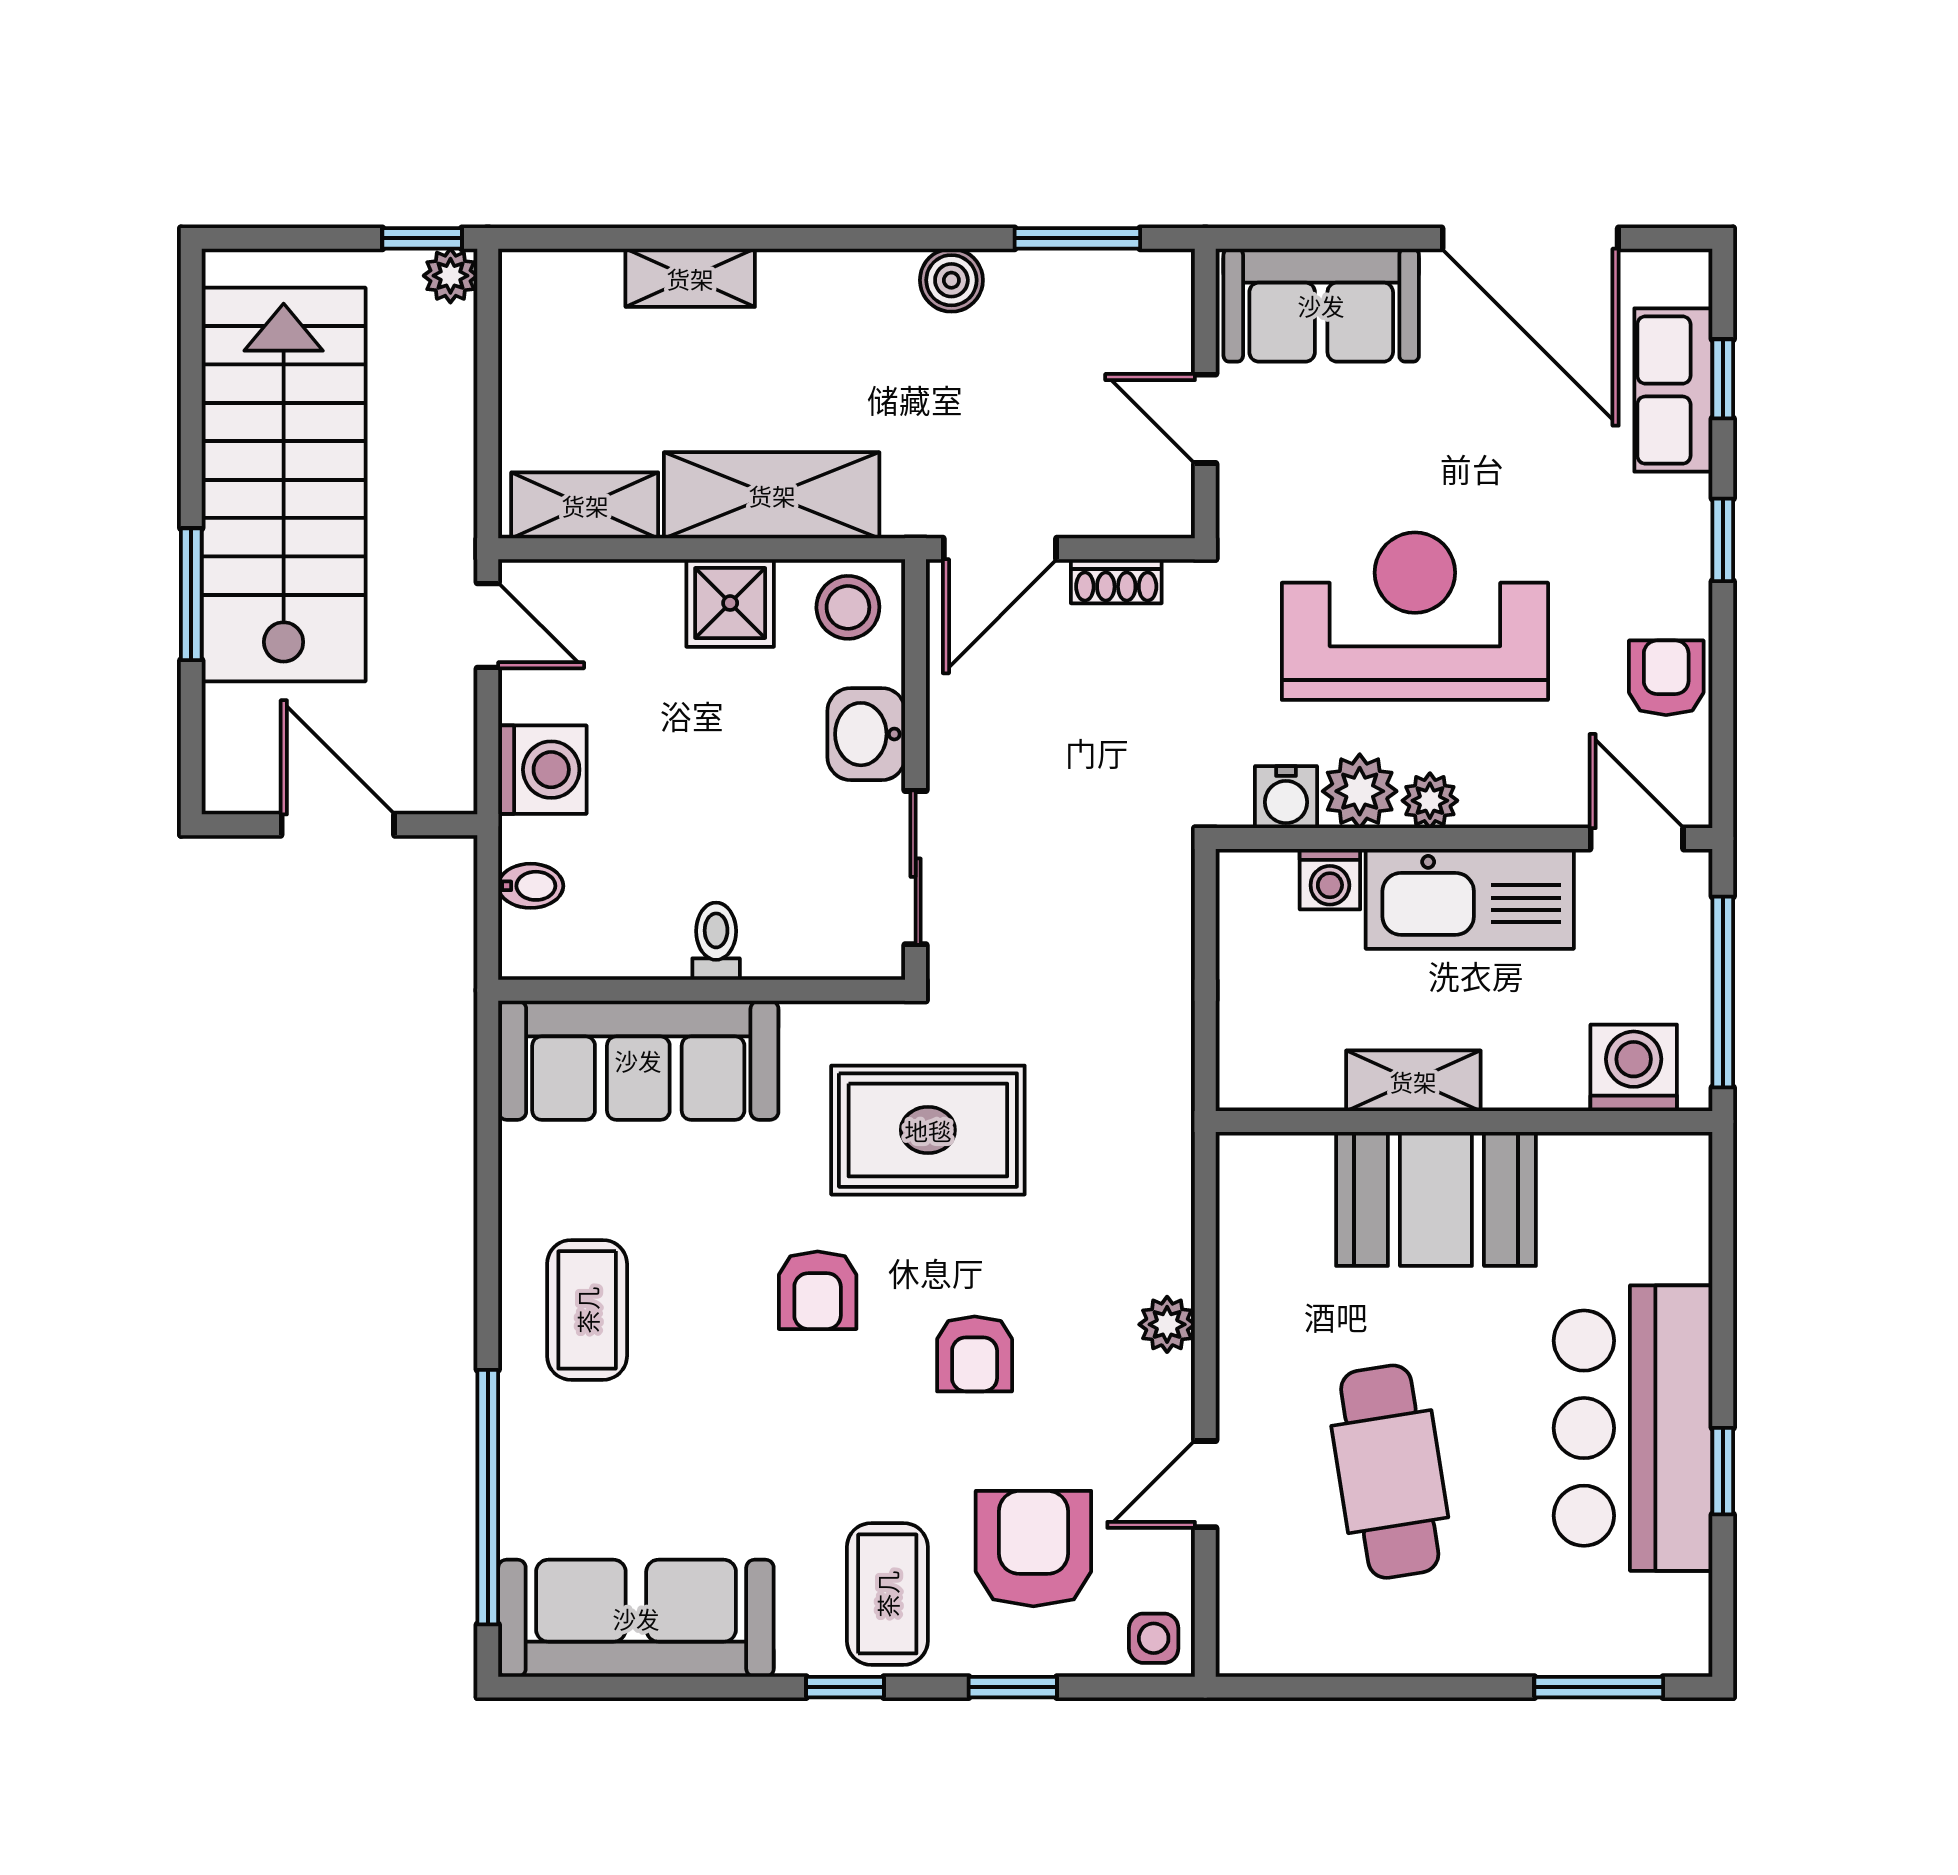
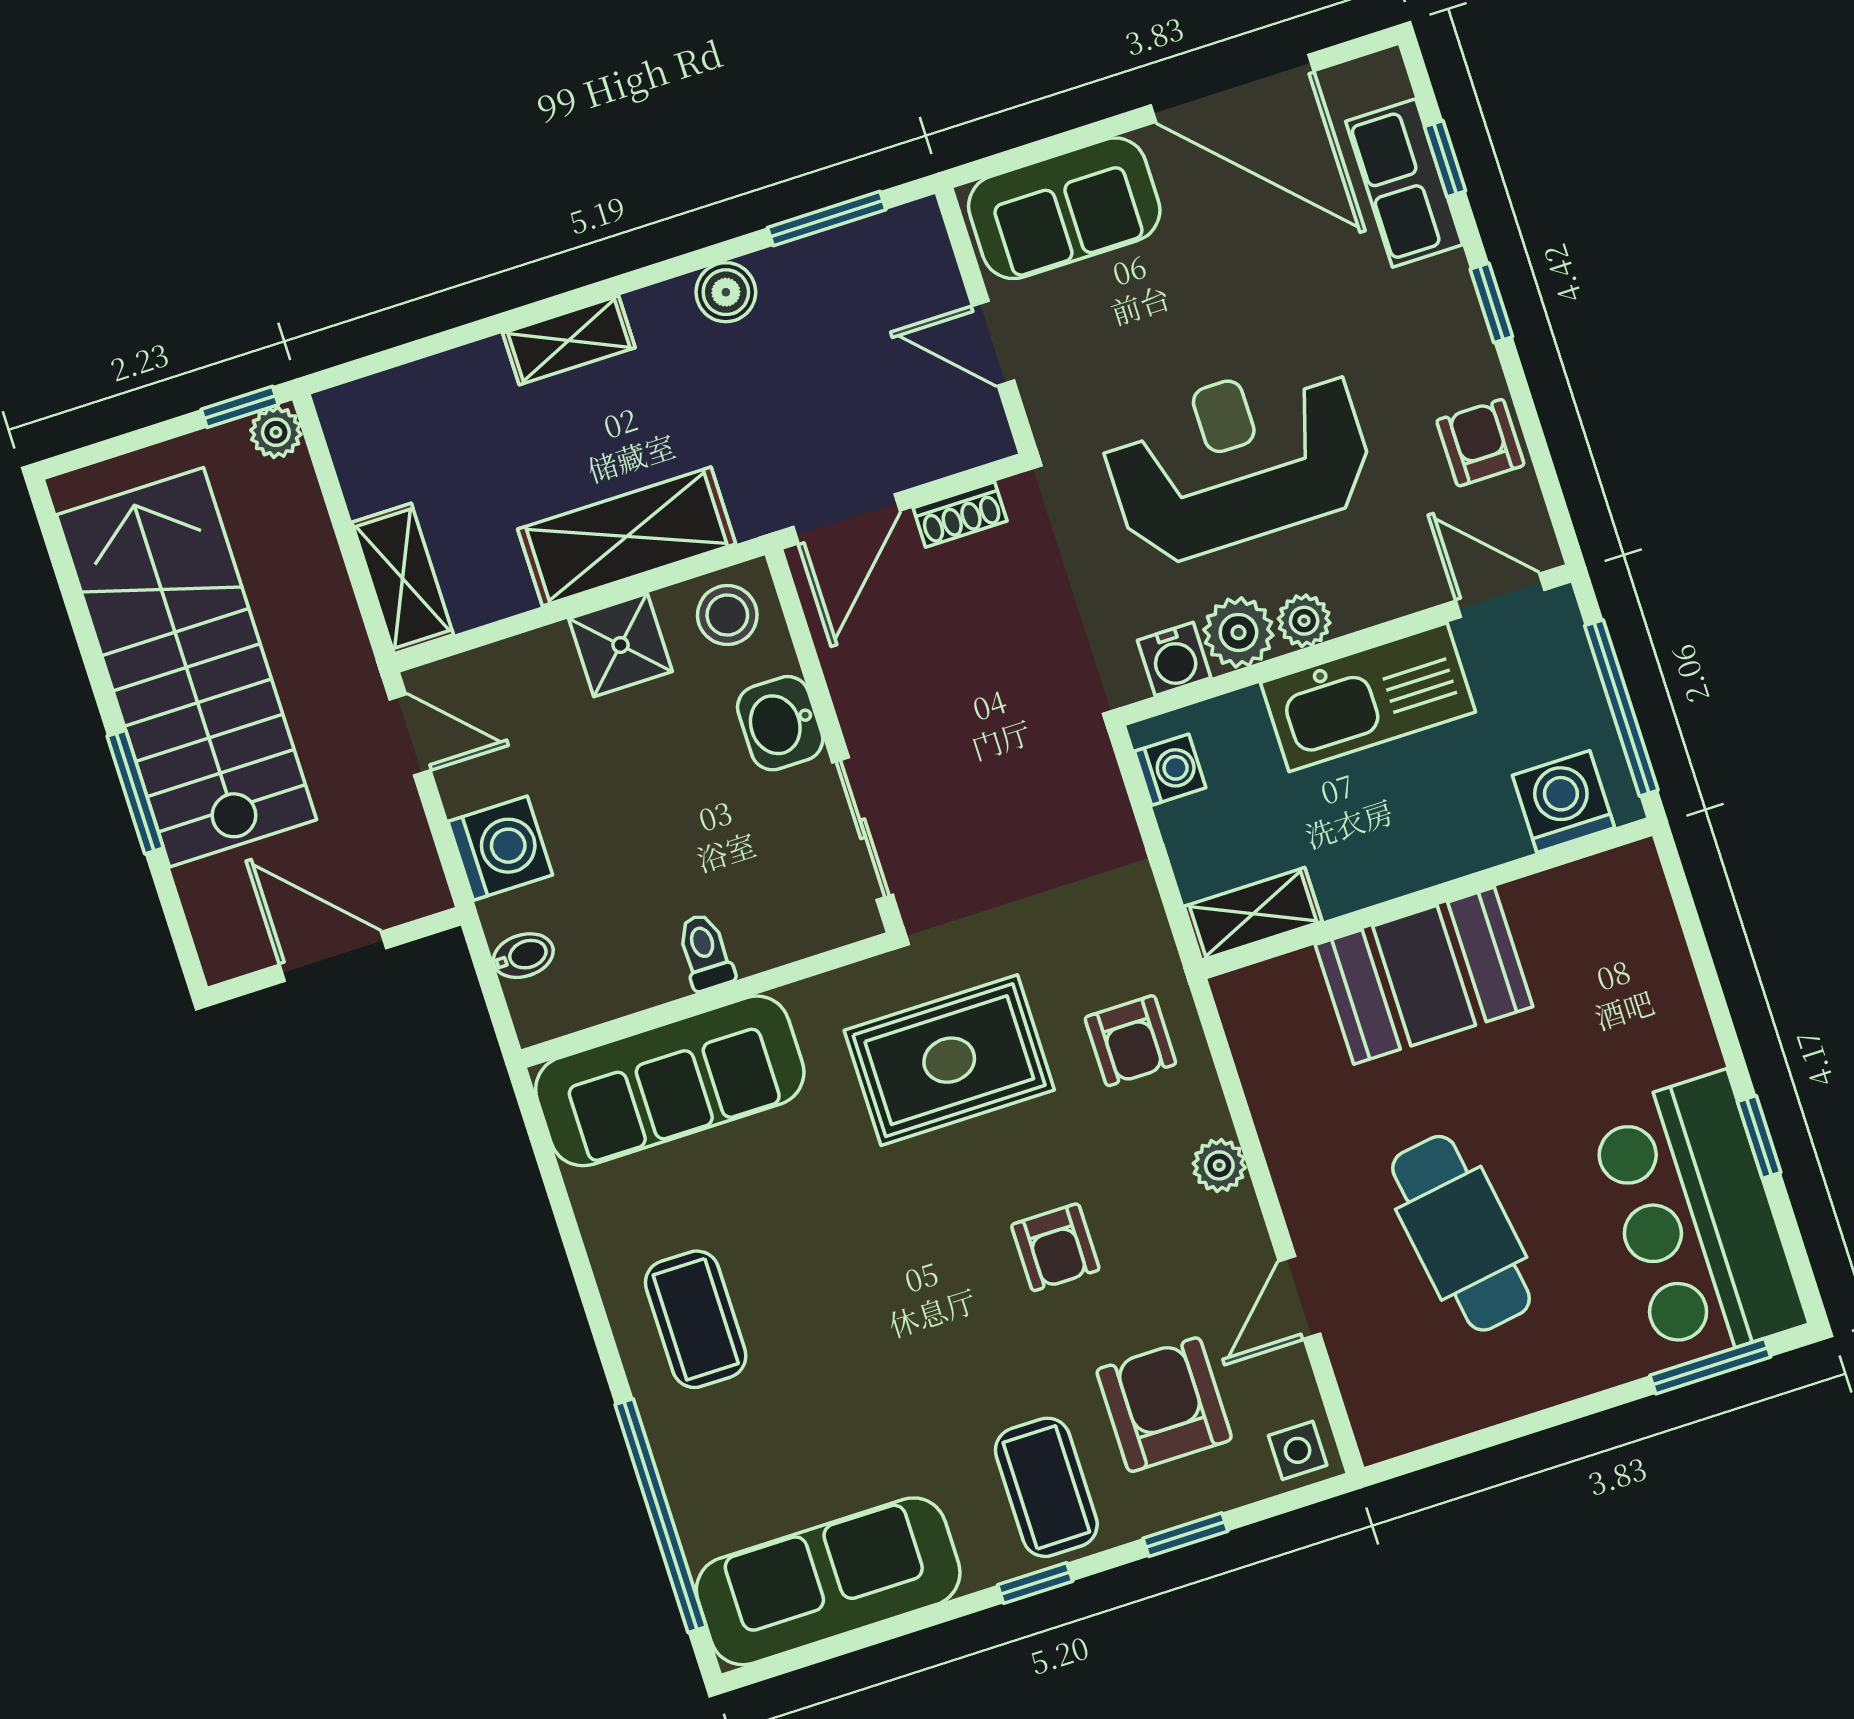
shelving: (690, 278) -> (569, 340), moved
shelving: (585, 505) -> (403, 578), moved, turned 90
washing machine: (1330, 879) -> (1170, 770), moved, turned -90
shelving: (1413, 1081) -> (1253, 914), moved
armchair: (818, 1290) -> (1130, 1041), moved
bar counter: (1633, 1428) -> (1697, 1219), moved

